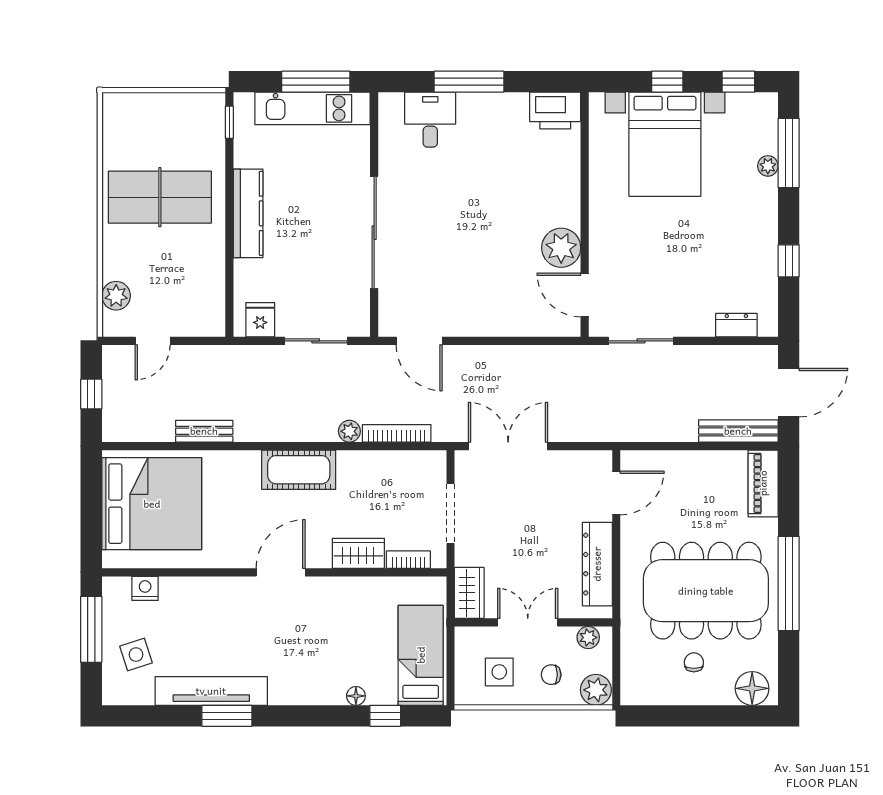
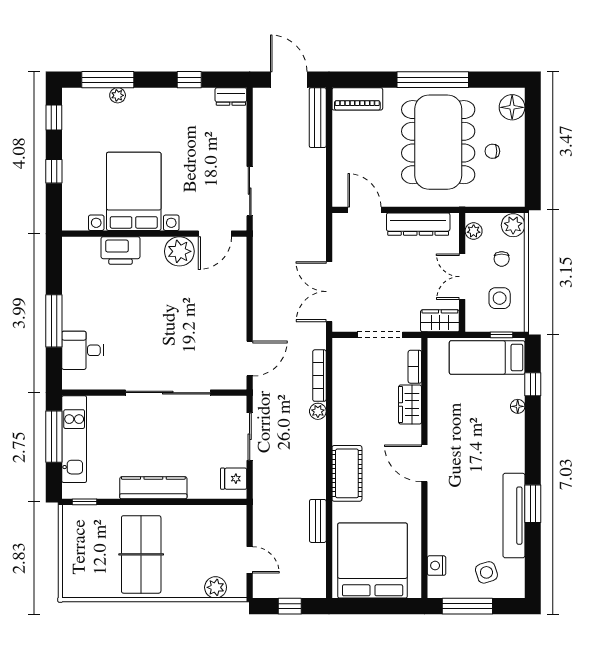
printer: (555, 111) -> (120, 250), moved, turned 90
bed with nightstands: (665, 144) -> (134, 191), moved, turned -90
dresser: (736, 325) -> (231, 96), moved, turned -90
cot: (299, 470) -> (347, 473), moved
window: (450, 675) -> (502, 335), added

